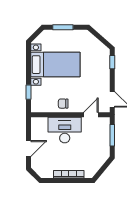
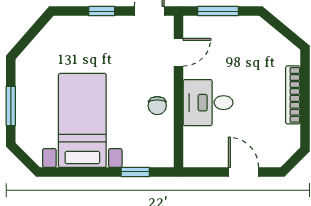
window: (112, 62) -> (102, 11), moved
door: (91, 115) -> (179, 52), swing flipped
desk: (65, 130) -> (208, 103), width x0.73

